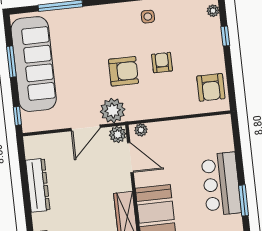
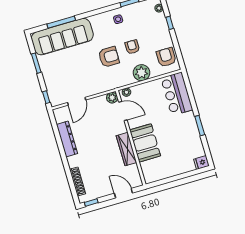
sofa: (34, 64) -> (62, 37), moved, turned 90
armchair: (211, 87) -> (166, 57), turned 180
plant: (113, 111) -> (142, 73), moved
door: (86, 128) -> (77, 101), moved
bar counter: (221, 184) -> (177, 94), moved

